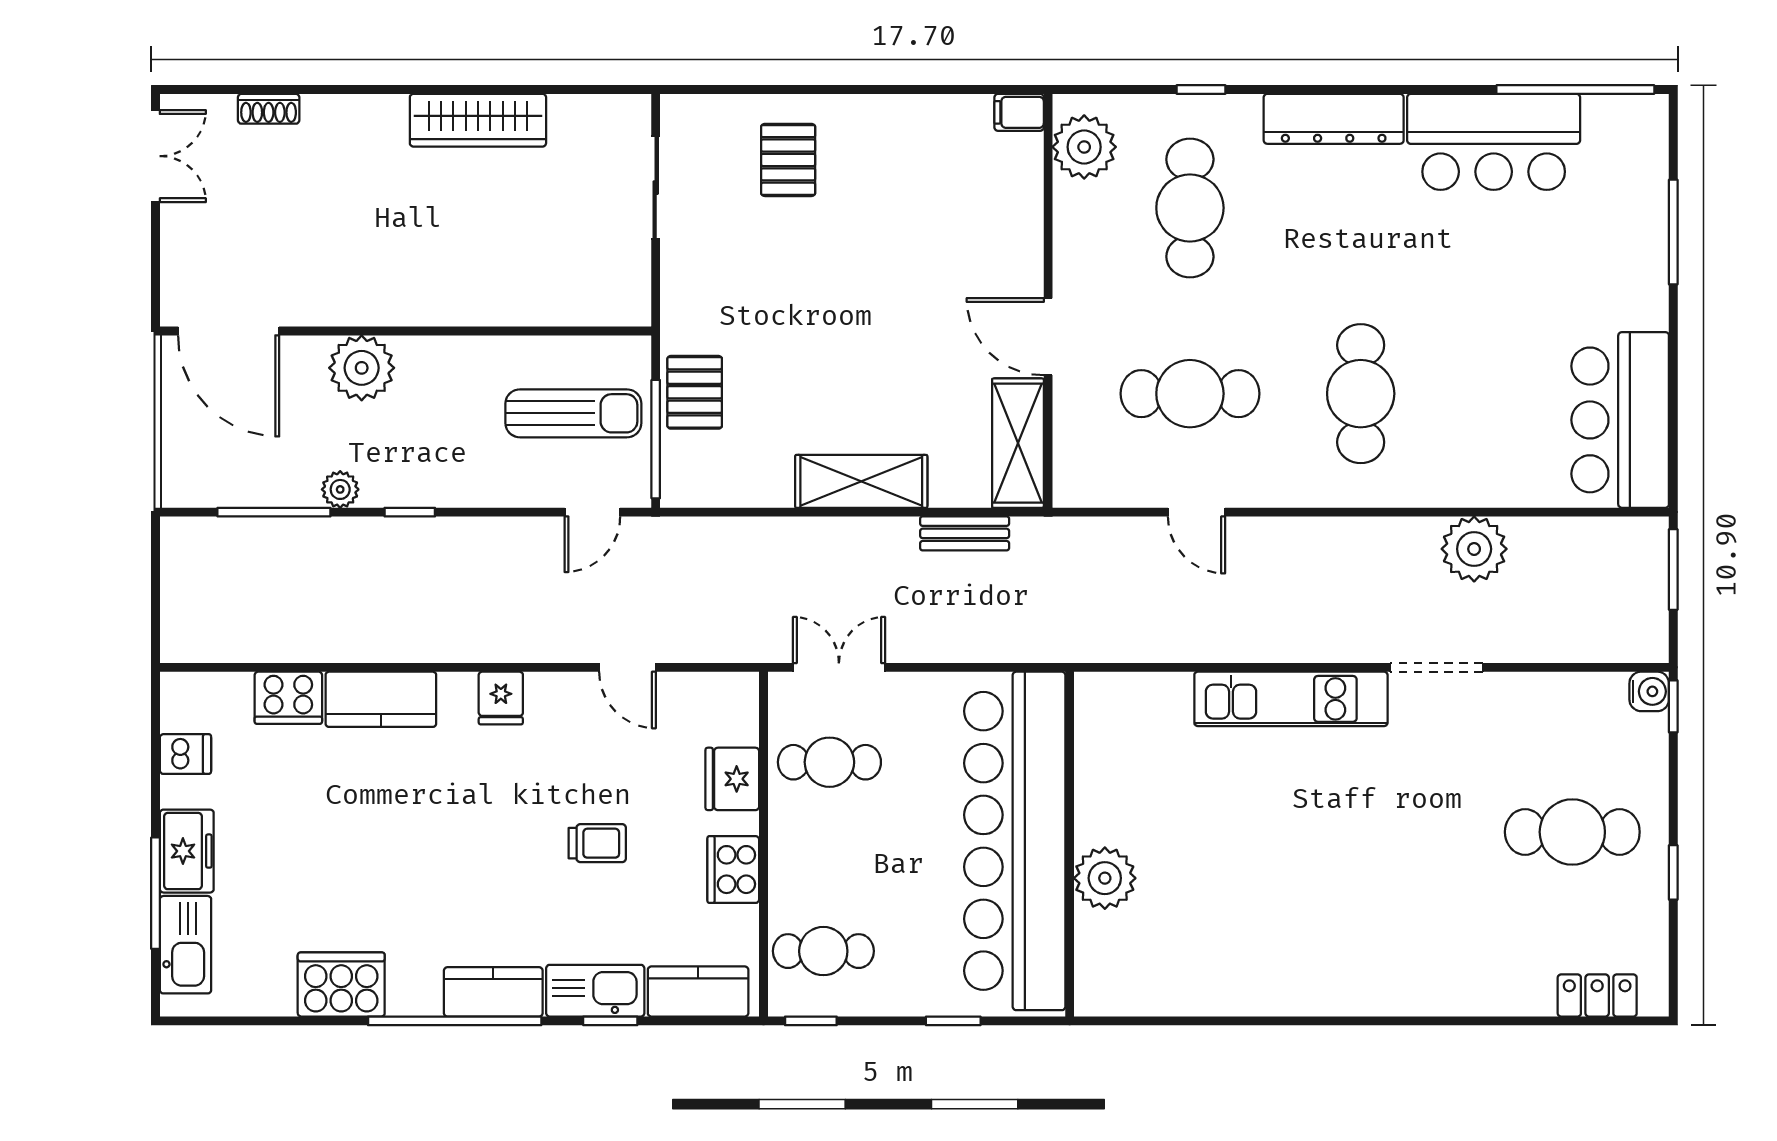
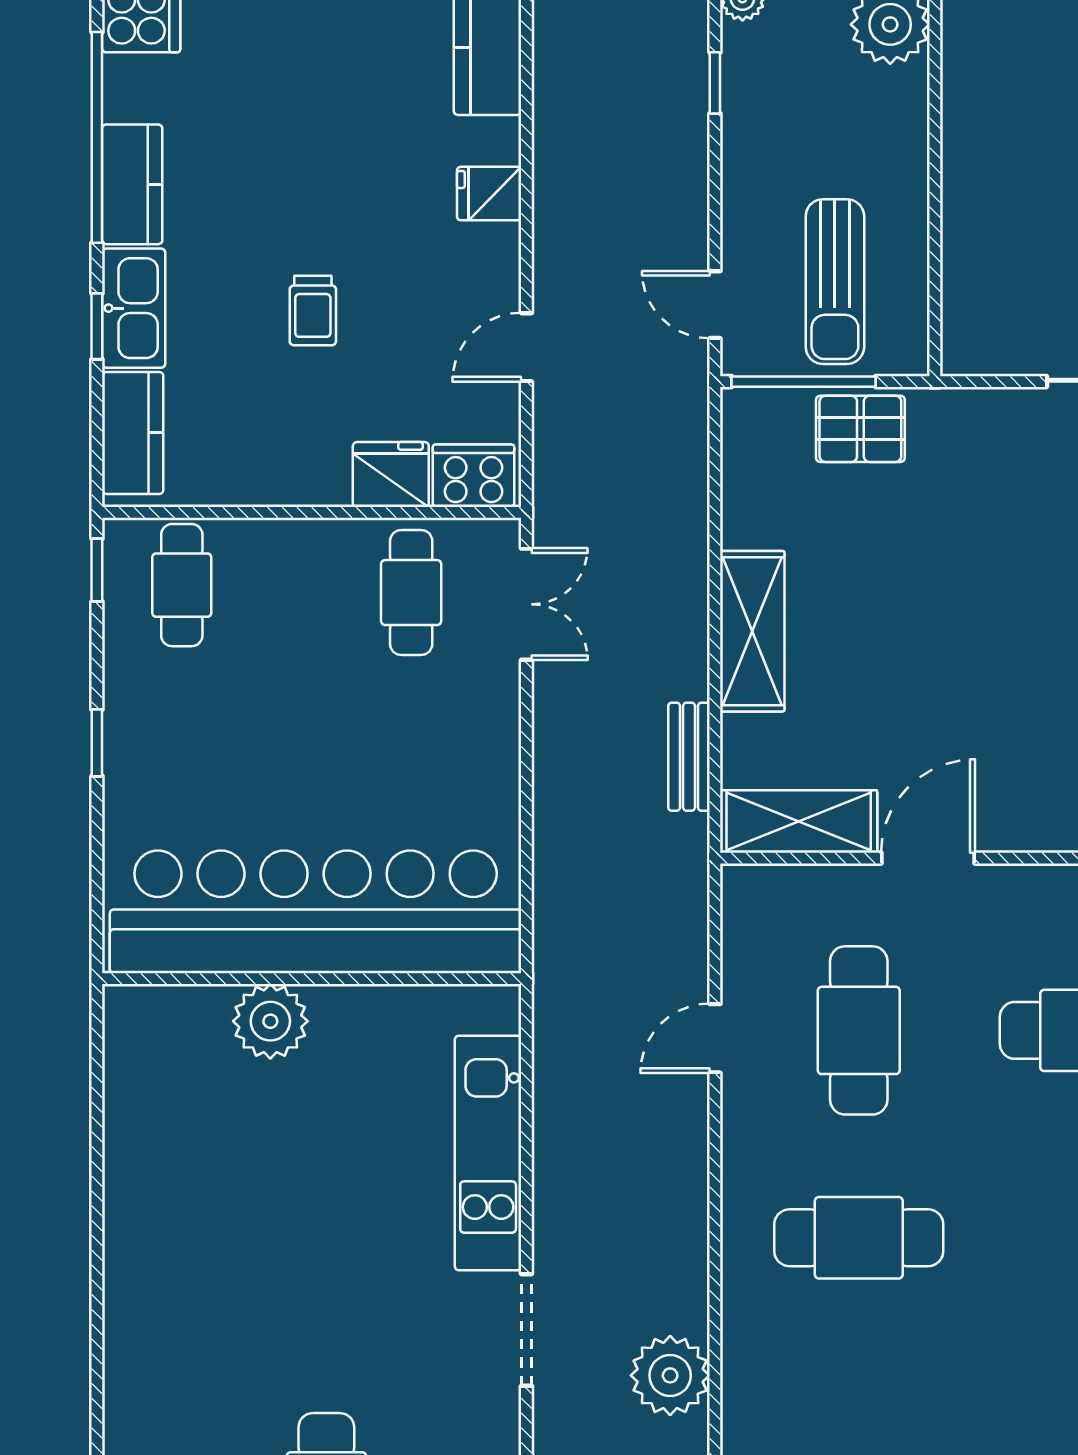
bar counter: (1015, 841) -> (316, 912), moved
wall: (1070, 844) -> (312, 979), moved
cooker: (733, 870) -> (474, 476), moved
plant: (1105, 878) -> (270, 1021), moved

